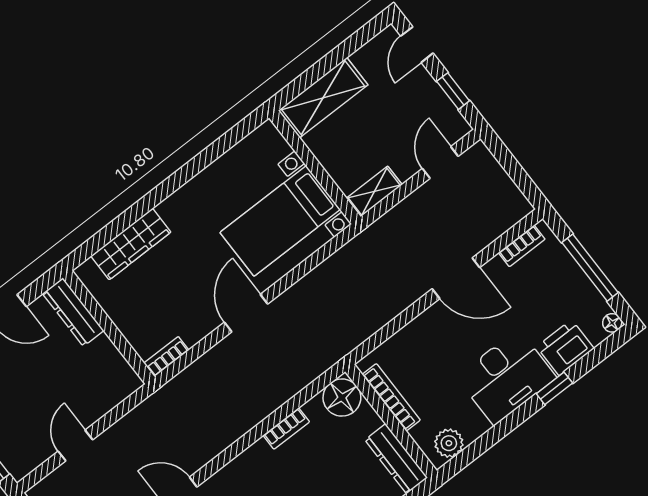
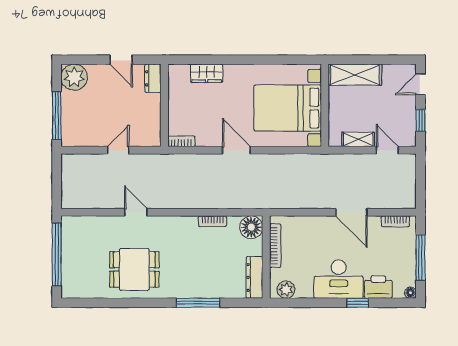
door: (440, 162) -> (387, 150), hinge flipped
shelving: (374, 192) -> (358, 139), moved
bed with nightstands: (280, 221) -> (288, 108), width x1.36
wardrobe: (131, 244) -> (207, 73), width x0.67
dresser: (73, 312) -> (153, 78), width x0.70
door: (246, 313) -> (236, 150), hinge flipped
door: (75, 445) -> (118, 150), moved

